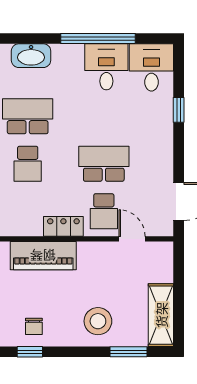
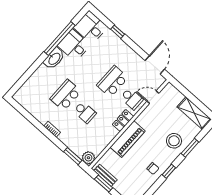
washbasin: (31, 56) -> (54, 59), moved
window: (30, 352) -> (169, 171), moved
window: (128, 352) -> (190, 148), moved

